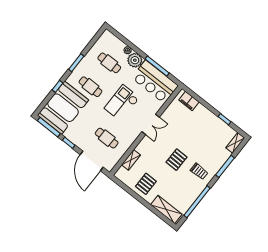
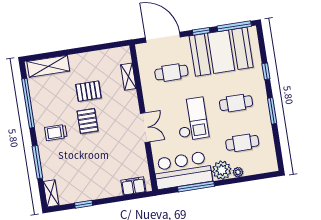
booth: (63, 108) -> (221, 52), moved, turned 90
double door: (151, 124) -> (145, 128), swing flipped
pallet: (146, 184) -> (88, 91), moved, turned 90

